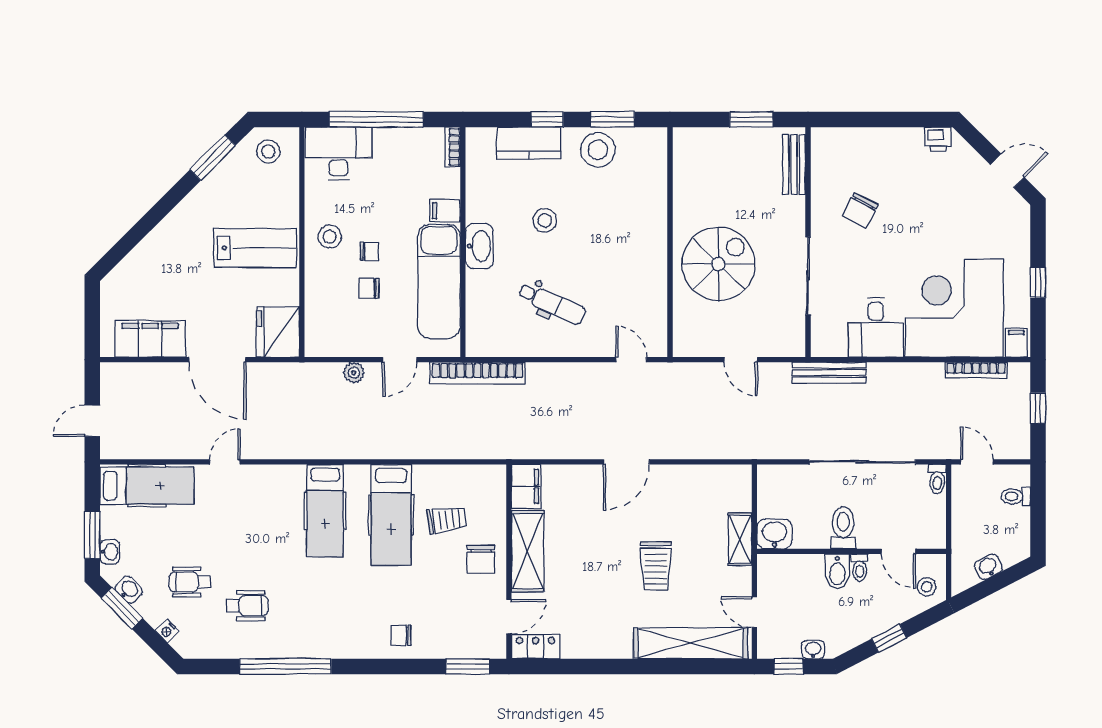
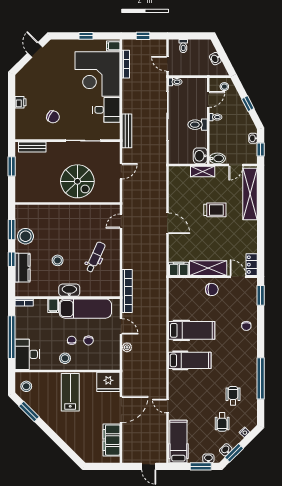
printer: (938, 139) -> (21, 102), moved
spiral stairs: (719, 264) -> (77, 181), turned 180
door: (977, 462) -> (168, 64), hinge flipped
trolley: (447, 520) -> (194, 305), removed
bidet: (837, 571) -> (217, 158), moved

